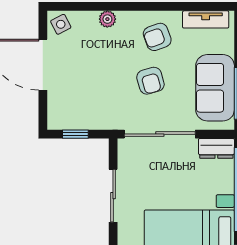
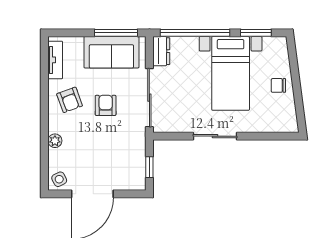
armchair: (150, 81) -> (106, 105), turned -74
sliding door: (113, 196) -> (215, 136), moved

